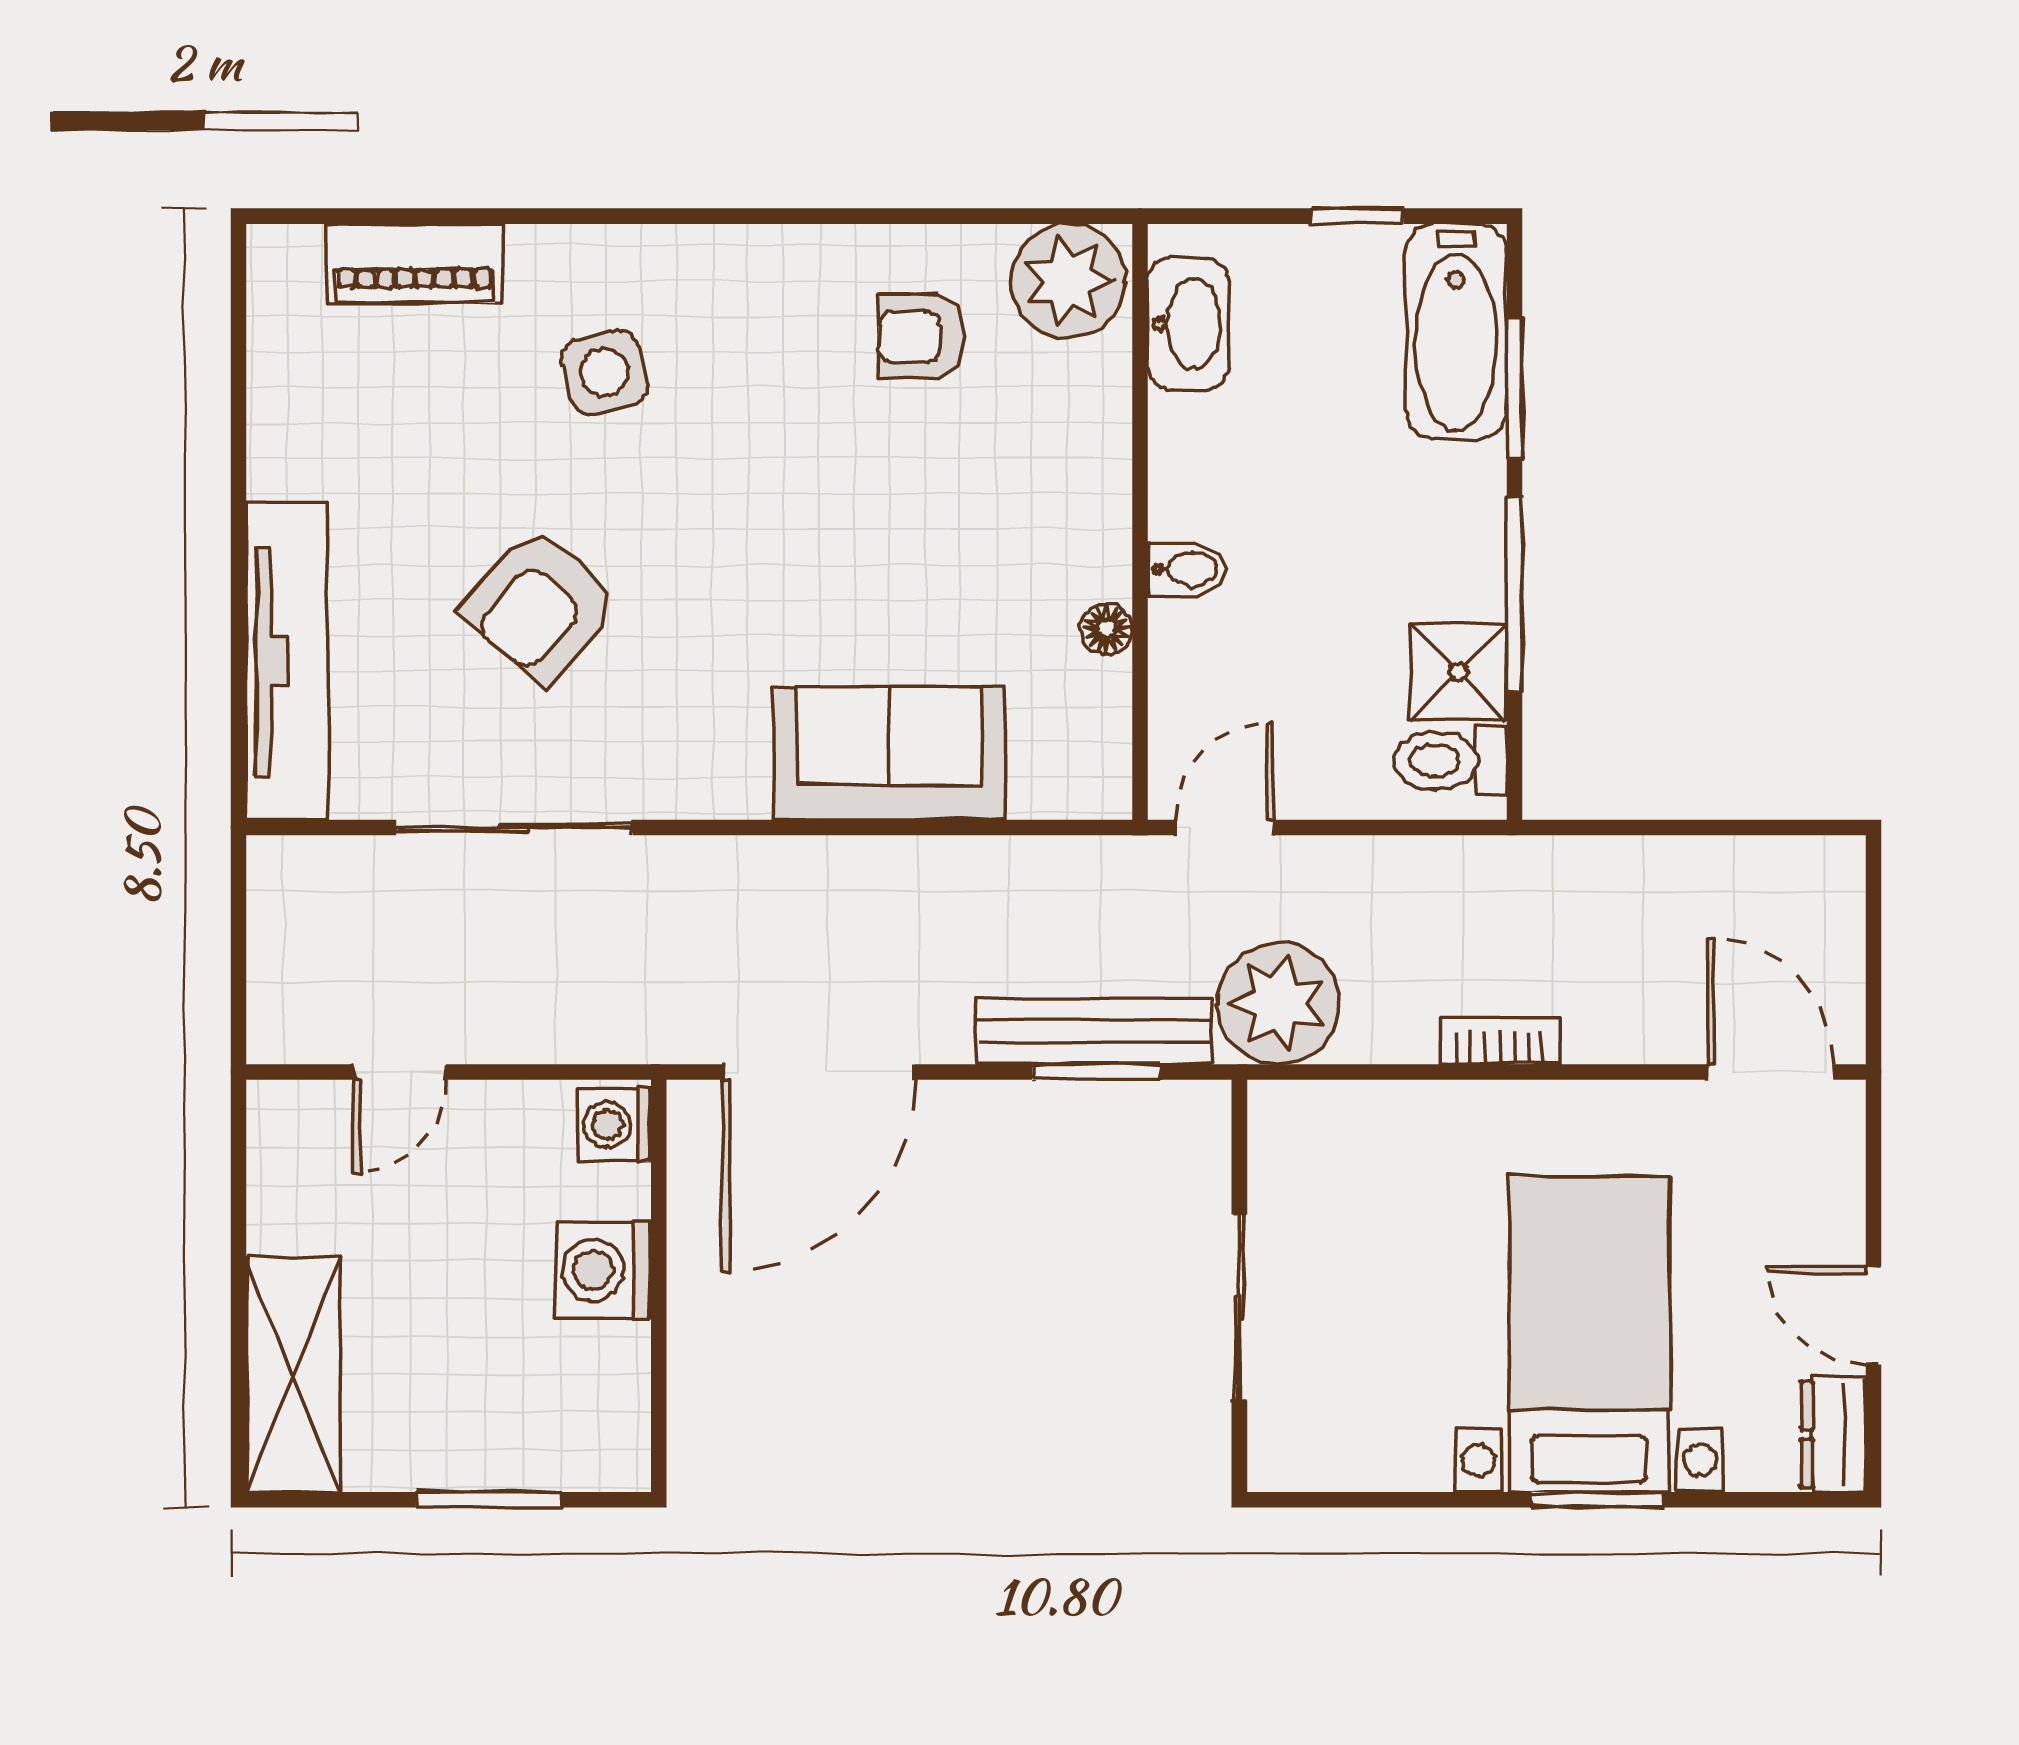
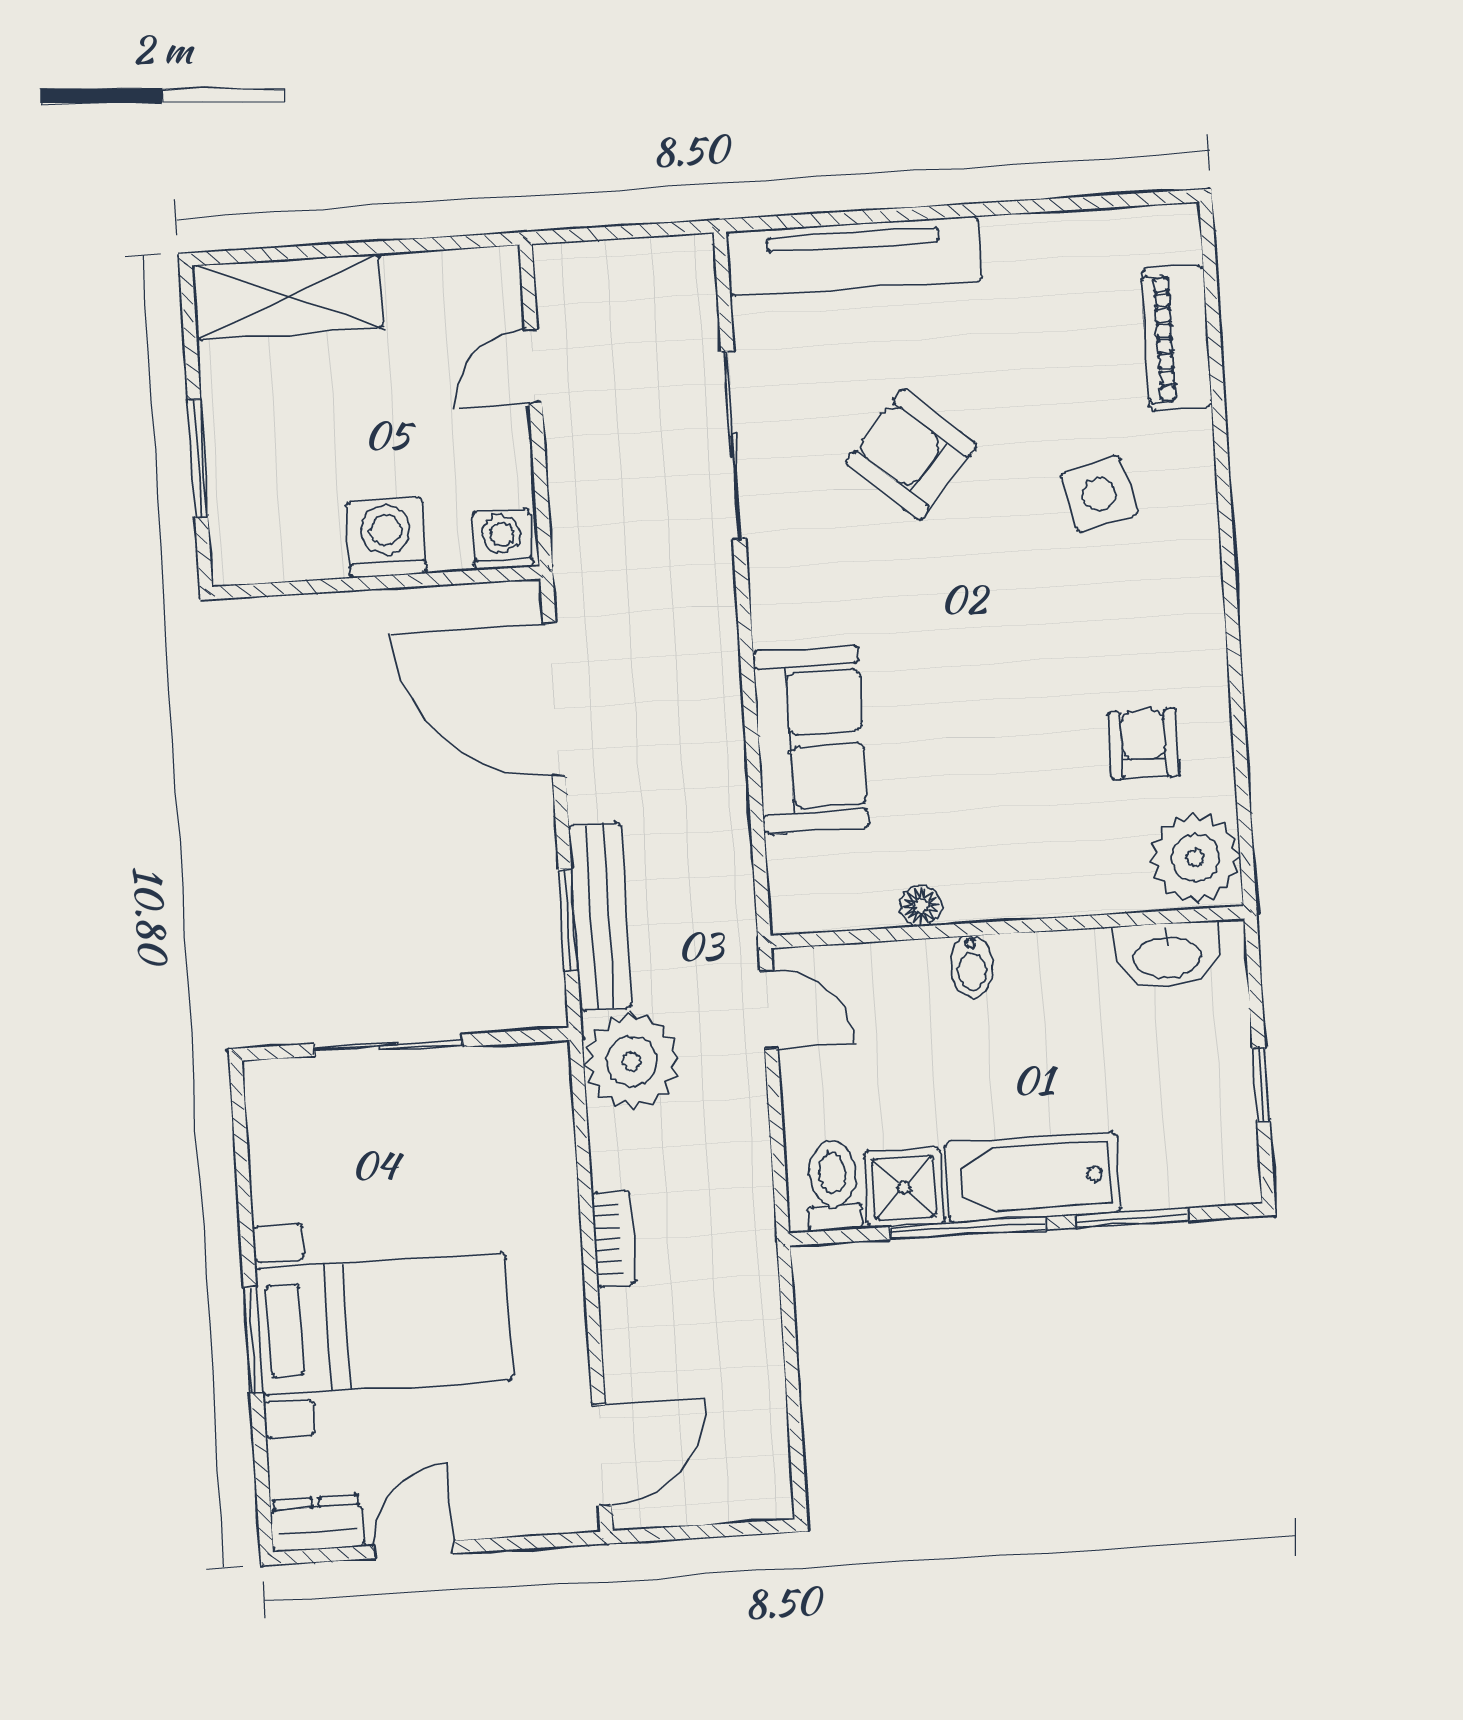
bathtub: (1456, 332) -> (1033, 1177), moved
door: (399, 1072) -> (533, 366), hinge flipped

